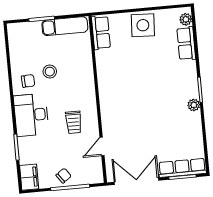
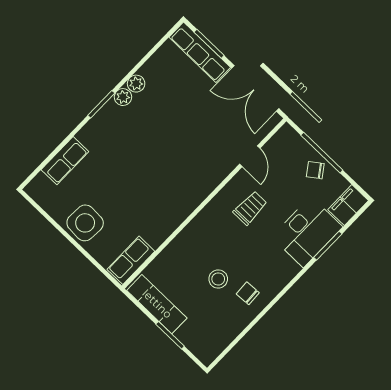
plant: (186, 19) -> (136, 84), moved
desk: (31, 115) -> (307, 232), moved
door: (102, 146) -> (250, 156), hinge flipped

